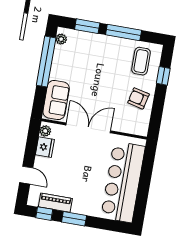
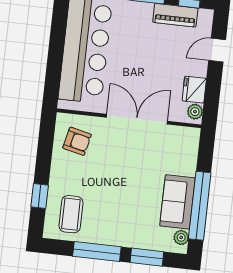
armchair: (138, 98) -> (77, 141), moved
sofa: (56, 100) -> (178, 202), moved
double door: (88, 128) -> (137, 119), swing flipped
door: (26, 175) -> (217, 50), hinge flipped

